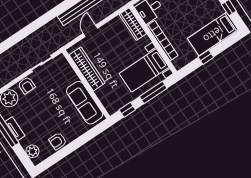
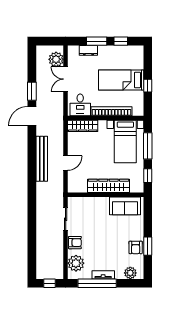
door: (90, 31) -> (66, 163), swing flipped
bed: (213, 34) -> (121, 80), moved, turned 90
wardrobe: (87, 69) -> (108, 186), moved
sofa: (85, 103) -> (125, 206), width x0.73
window: (66, 151) -> (148, 246), added

